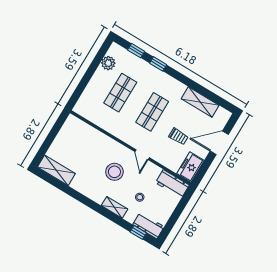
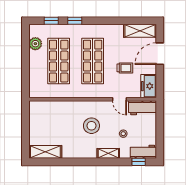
shop shelf: (120, 93) -> (59, 61), width x1.43, depth x1.36
shelving: (200, 102) -> (140, 31), moved
shop shelf: (152, 112) -> (93, 61), width x1.43, depth x1.36
door: (142, 155) -> (119, 99), moved

